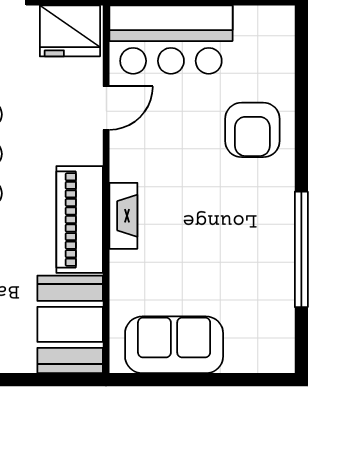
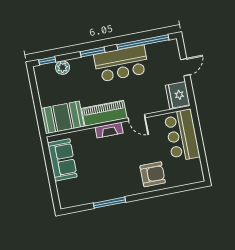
door: (106, 108) -> (137, 118), moved
armchair: (252, 130) -> (153, 174), turned 180
window: (301, 249) -> (109, 203), width x0.68

